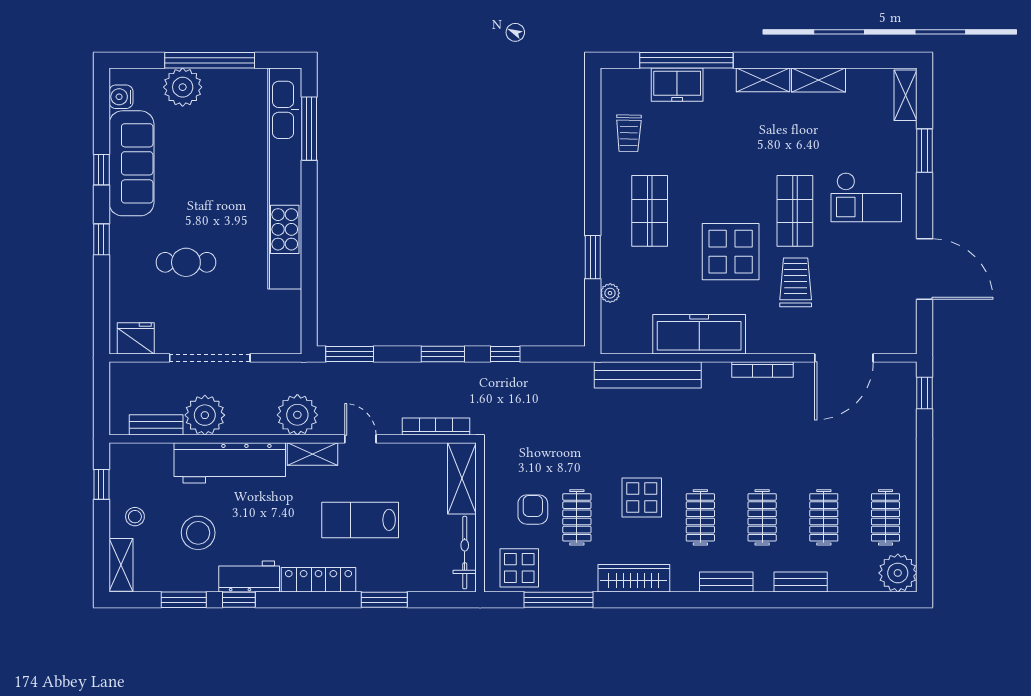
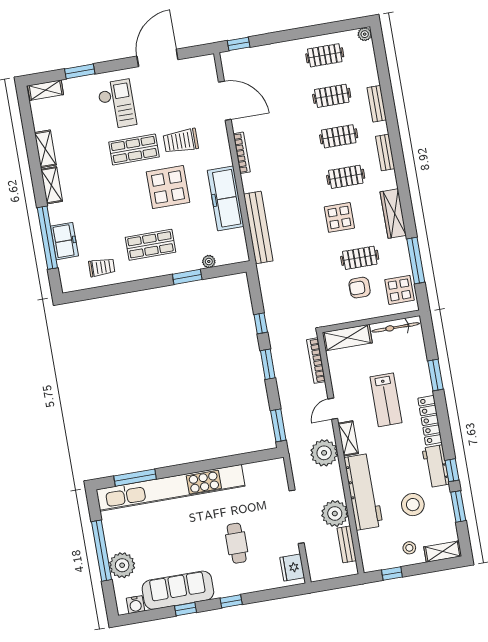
plant: (898, 573) -> (365, 34), width x0.53, depth x0.53

